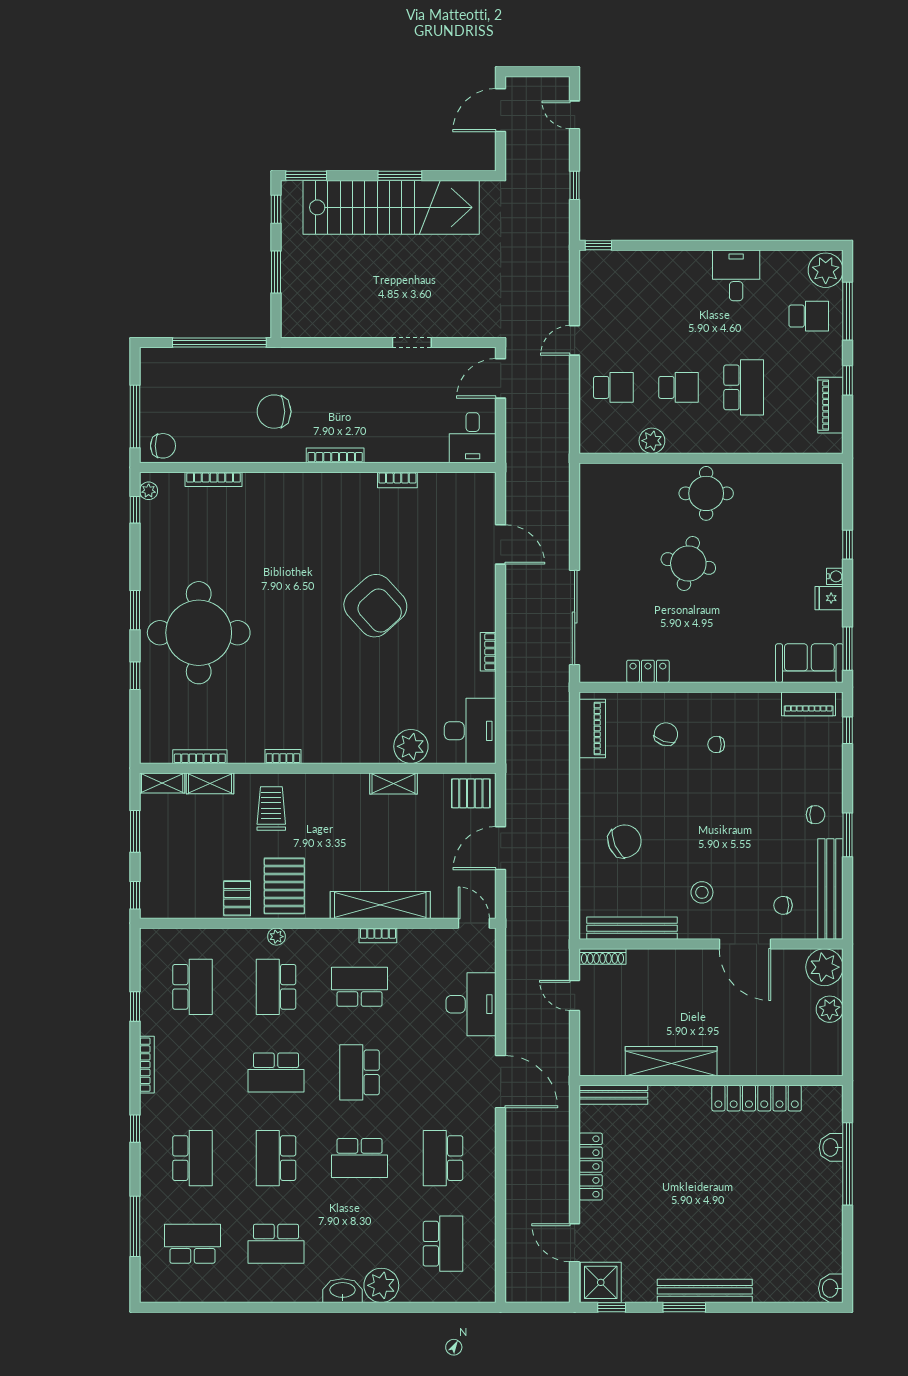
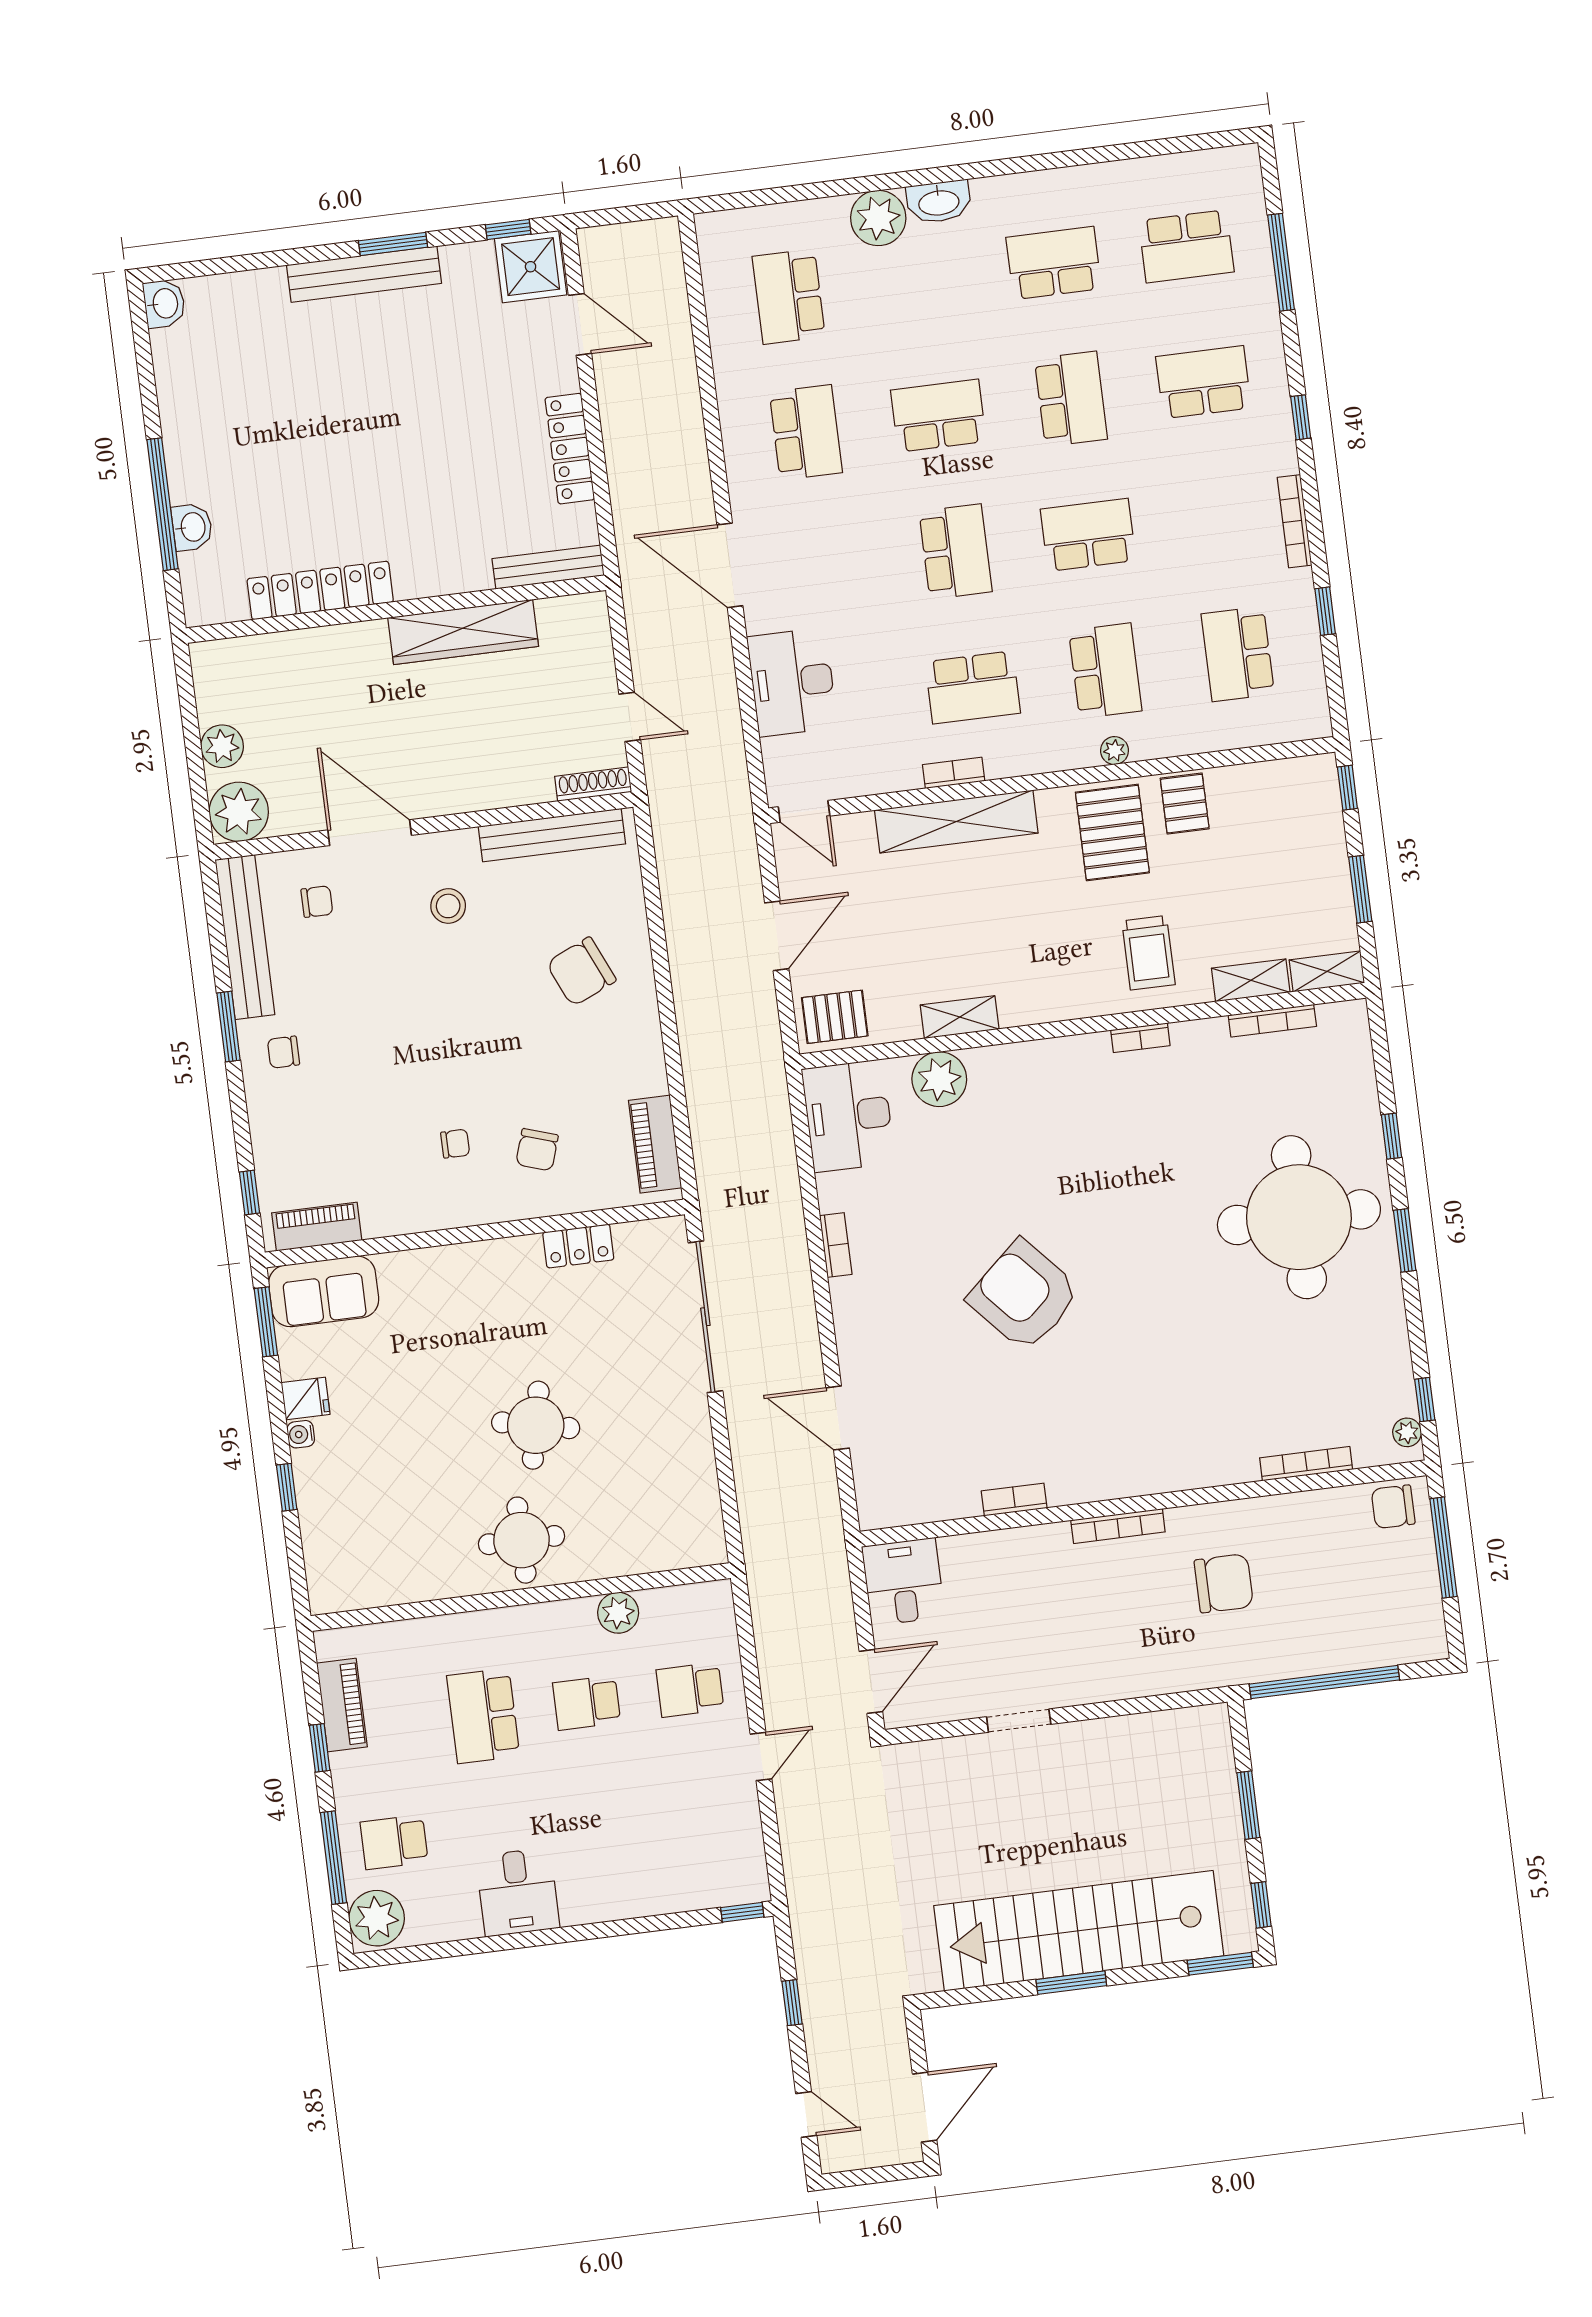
school desk: (192, 1158) -> (1203, 382), turned 90

